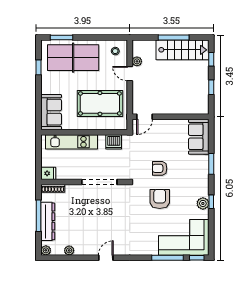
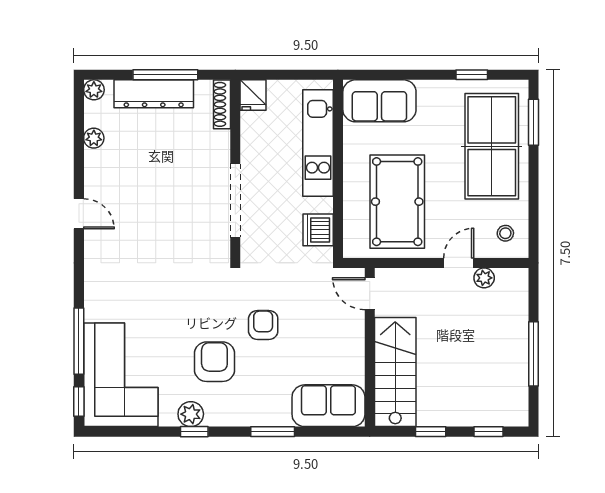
stairs: (183, 50) -> (395, 372), moved, turned 180
armchair: (160, 199) -> (214, 362), moved, turned -90

